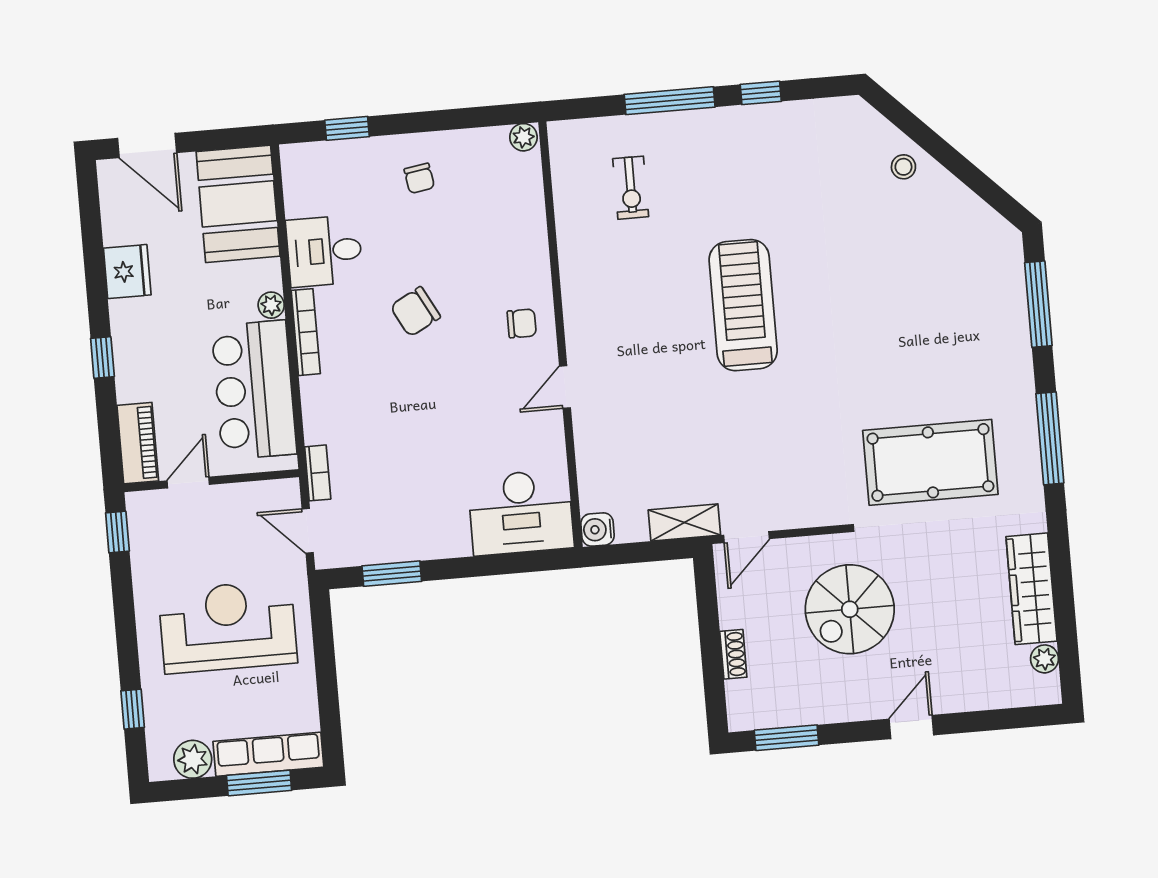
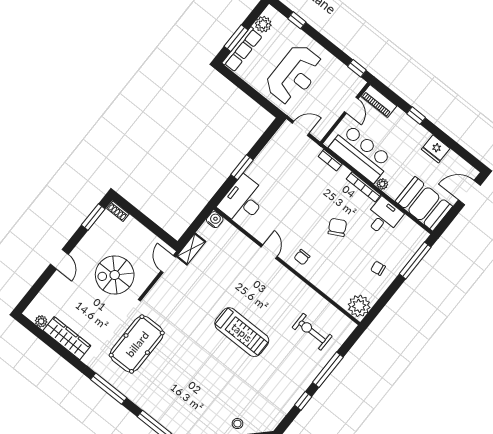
window: (347, 128) -> (415, 260), width x2.17
plant: (523, 137) -> (359, 306), width x1.87, depth x1.87
exercise bike: (631, 188) -> (312, 332), width x1.38, depth x1.39
bookcase: (318, 473) -> (330, 160), moved
window: (392, 574) -> (242, 167), moved
spiral stairs: (850, 609) -> (115, 275), turned -90
shoe rack: (733, 654) -> (118, 211), moved

